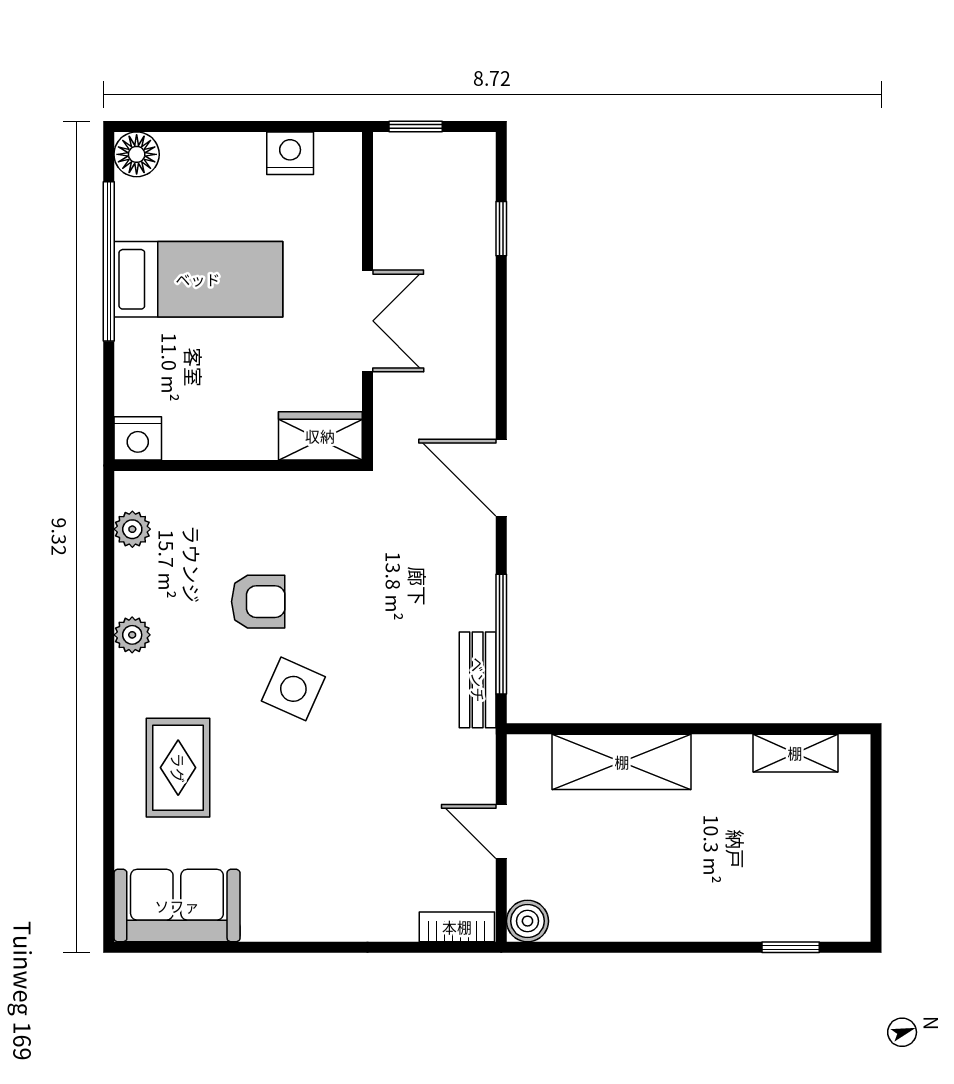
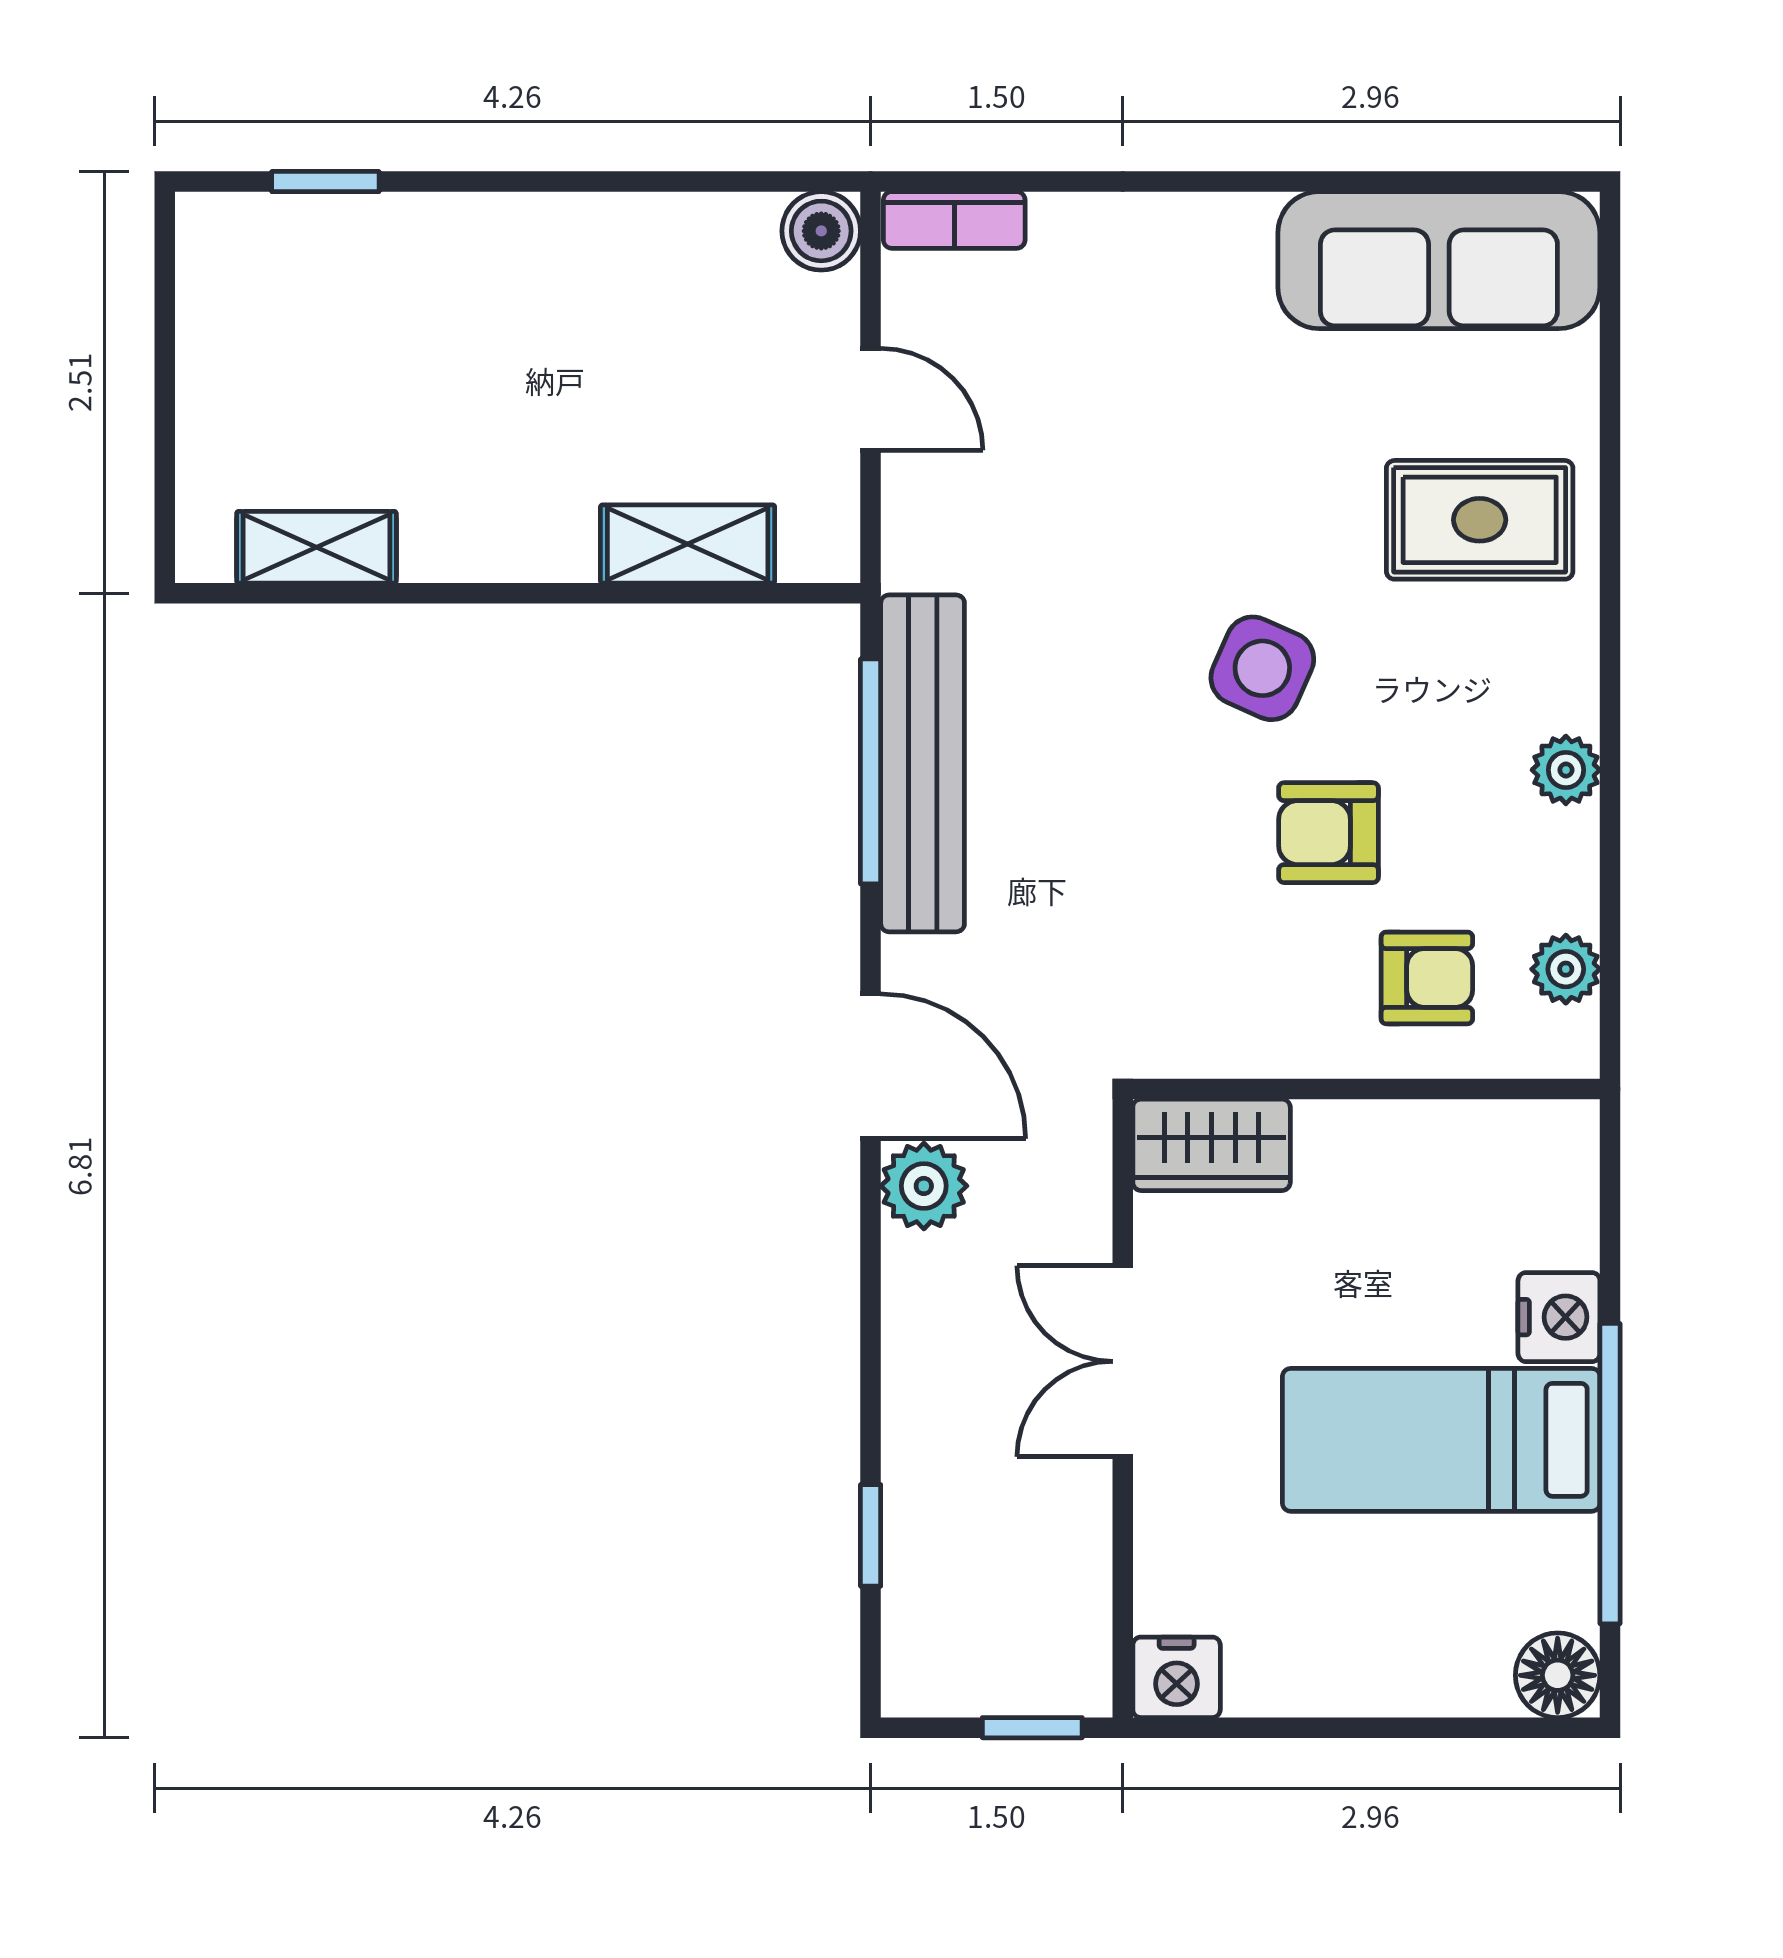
nightstand: (290, 153) -> (1177, 1677), moved
plant: (473, 414) -> (924, 1186), added
nightstand: (138, 438) -> (1559, 1317), moved, turned 90
armchair: (206, 524) -> (1427, 978), added
bench: (478, 680) -> (923, 763), width x1.86, depth x1.21
shelving: (622, 762) -> (688, 544), width x0.67, depth x0.75
rug: (178, 768) -> (1480, 520), turned 90
sofa: (177, 906) -> (1439, 260), width x1.36

